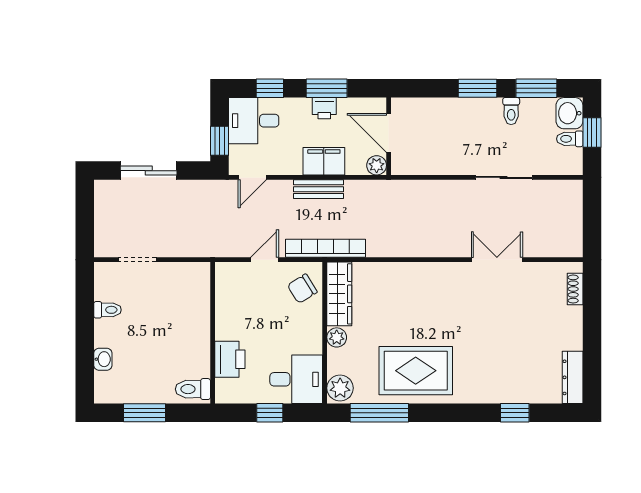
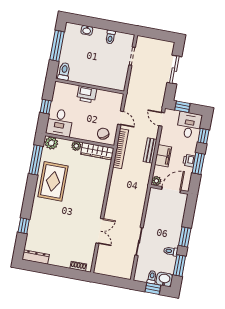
printer: (230, 359) -> (87, 94), moved
window: (144, 413) -> (57, 46), width x1.44

